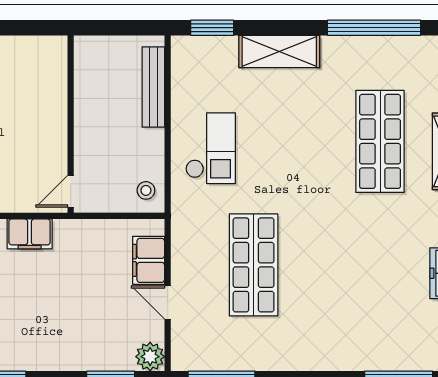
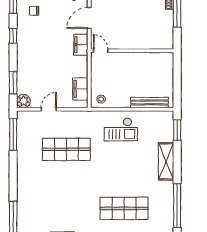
wall: (71, 124) -> (132, 51), moved
door: (71, 191) -> (101, 51), moved
filing cabinet: (149, 260) -> (80, 89), moved, turned -90

